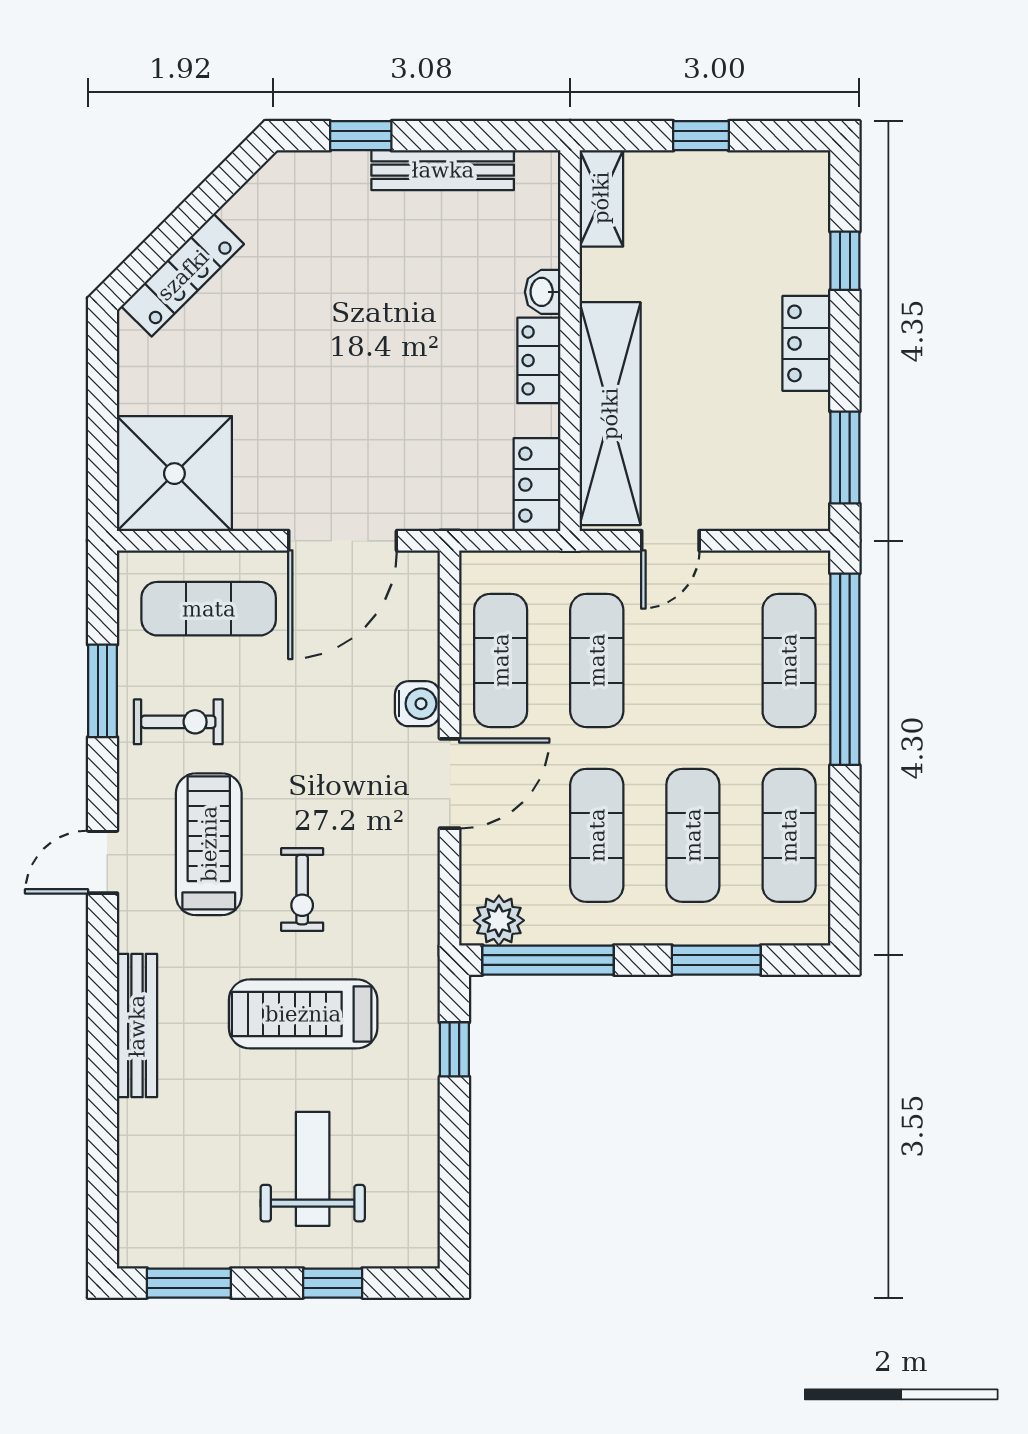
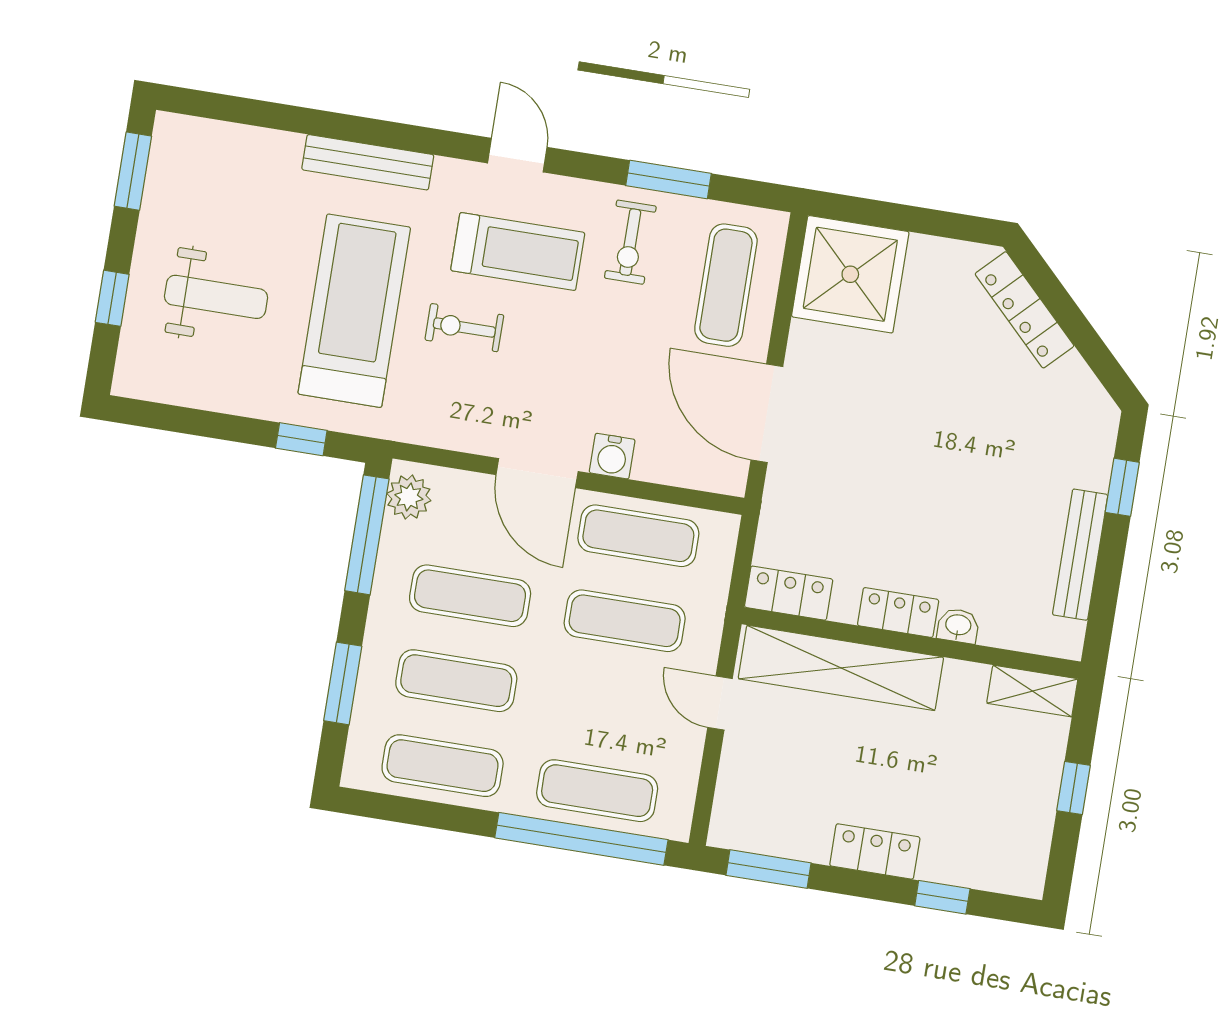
treadmill: (303, 1014) -> (354, 311), width x1.37, depth x1.38

